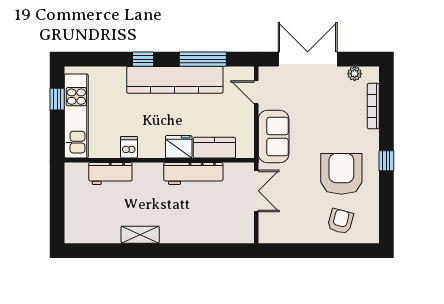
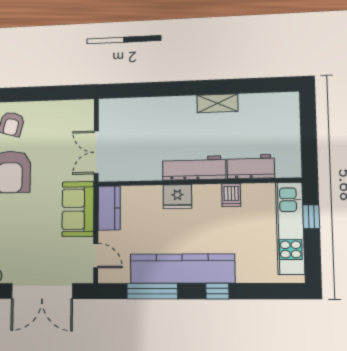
window: (57, 99) -> (311, 217), moved
kitchen counter: (214, 148) -> (109, 208), moved, turned -90
workbench: (193, 173) -> (194, 168), moved

